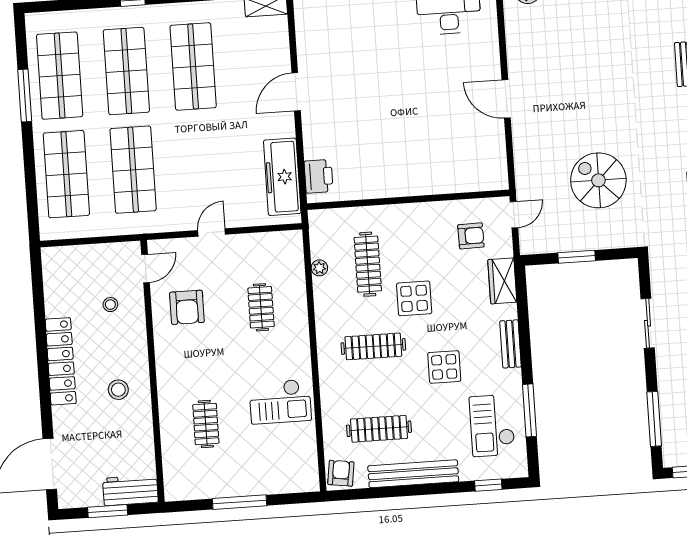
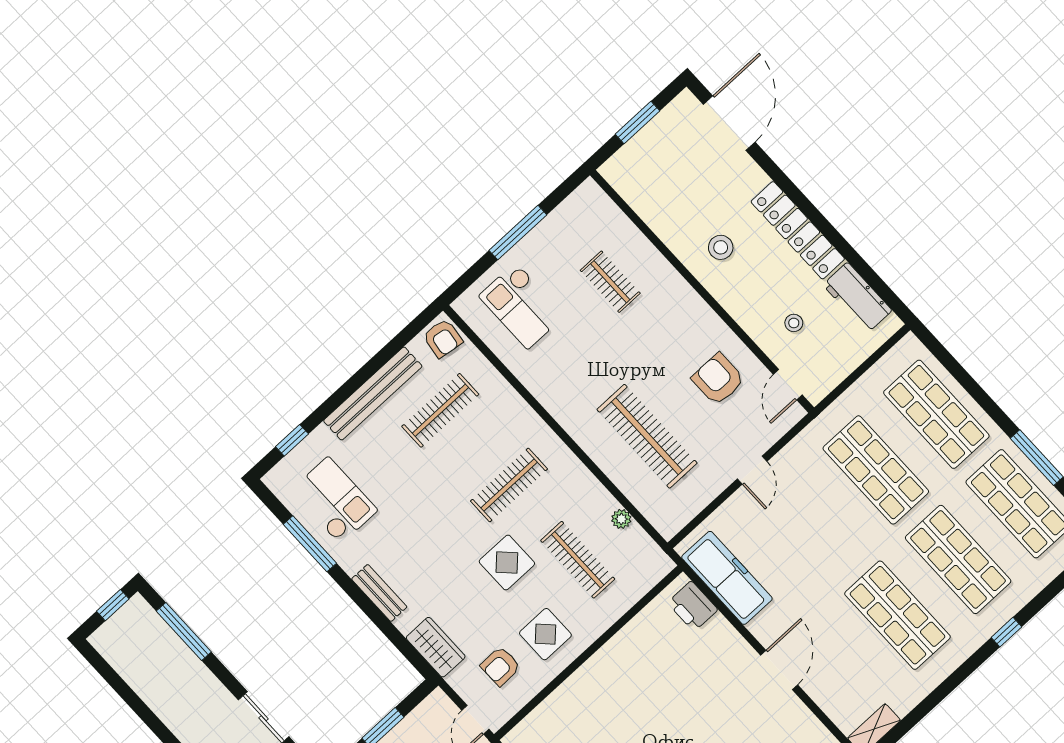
clothes rail: (261, 307) -> (647, 436), width x1.86, depth x1.31
display table: (444, 367) -> (545, 634), moved
checkout: (280, 401) -> (522, 306), moved, turned -90
workbench: (130, 490) -> (857, 298), moved, turned 90

